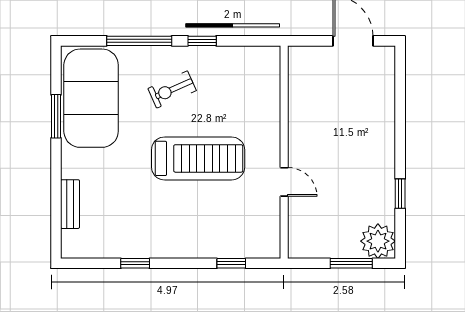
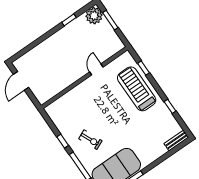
treadmill: (198, 158) -> (137, 89), moved
bench: (70, 204) -> (176, 140), moved

